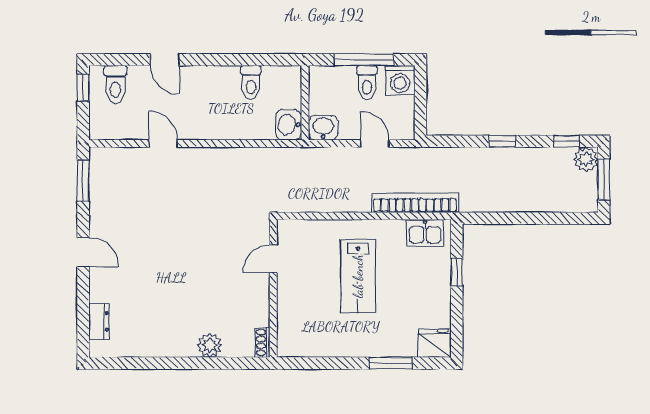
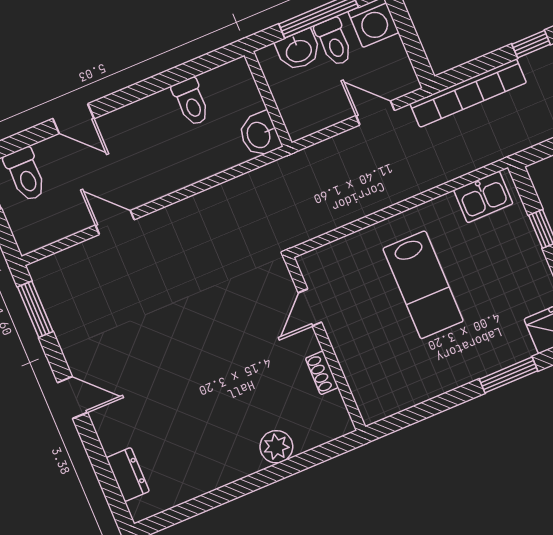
washbasin: (323, 128) -> (298, 50), moved, turned 180
bookcase: (415, 203) -> (468, 93), moved, turned 180
shoe rack: (263, 342) -> (322, 373), moved

